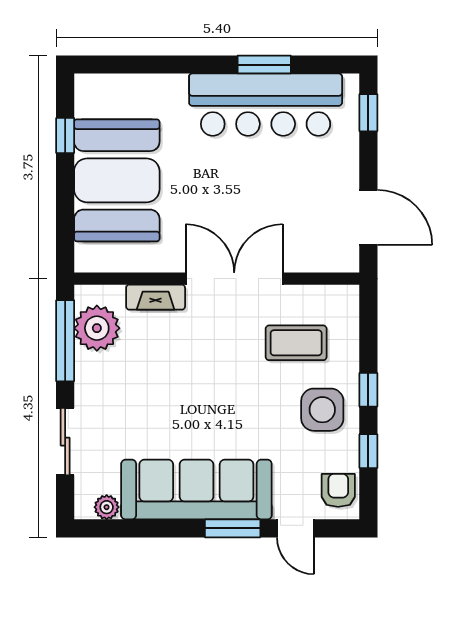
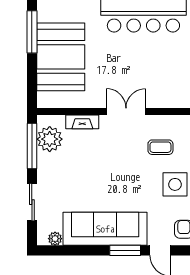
window: (65, 136) -> (32, 32), width x2.17
double door: (234, 279) -> (126, 112), width x0.73
coffee table: (296, 343) -> (160, 147), width x0.73, depth x0.77

